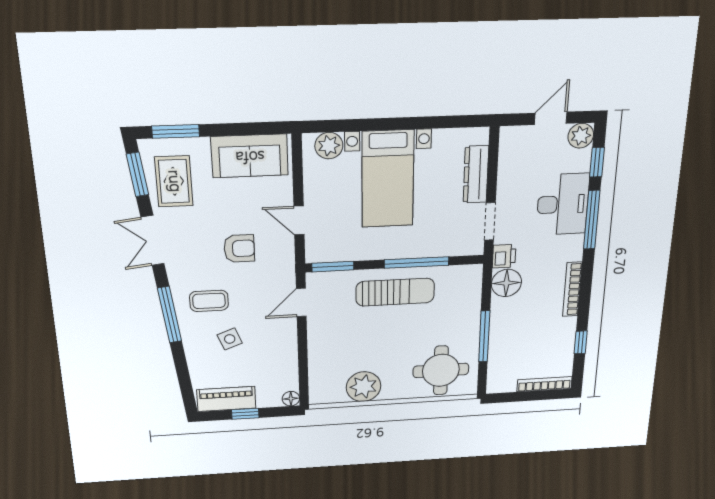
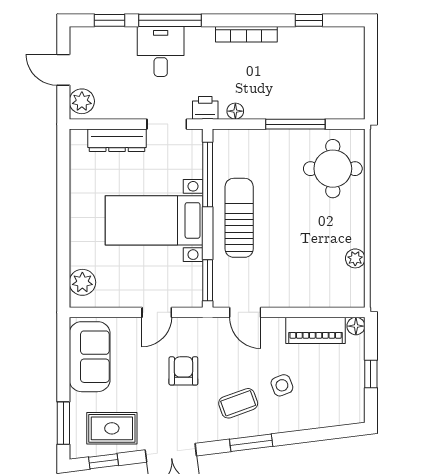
plant: (581, 136) -> (82, 101), moved
window: (137, 174) -> (104, 461), width x0.67
bed with nightstands: (388, 179) -> (154, 220), moved, turned 180
desk: (563, 204) -> (161, 51), width x0.73
window: (417, 263) -> (208, 175), moved
floor lamp: (506, 283) -> (235, 111), width x0.53, depth x0.53
coffee table: (209, 301) -> (238, 403), turned 70
window: (170, 315) -> (251, 443), width x0.69
bookcase: (545, 384) -> (357, 56), removed
plant: (364, 387) -> (355, 258), width x0.53, depth x0.53
piano: (226, 399) -> (316, 330), moved, turned -90

